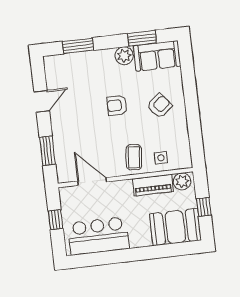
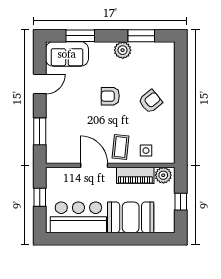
sofa: (157, 56) -> (67, 54), moved
door: (92, 181) -> (94, 165), moved
booth: (175, 227) -> (131, 217), moved

